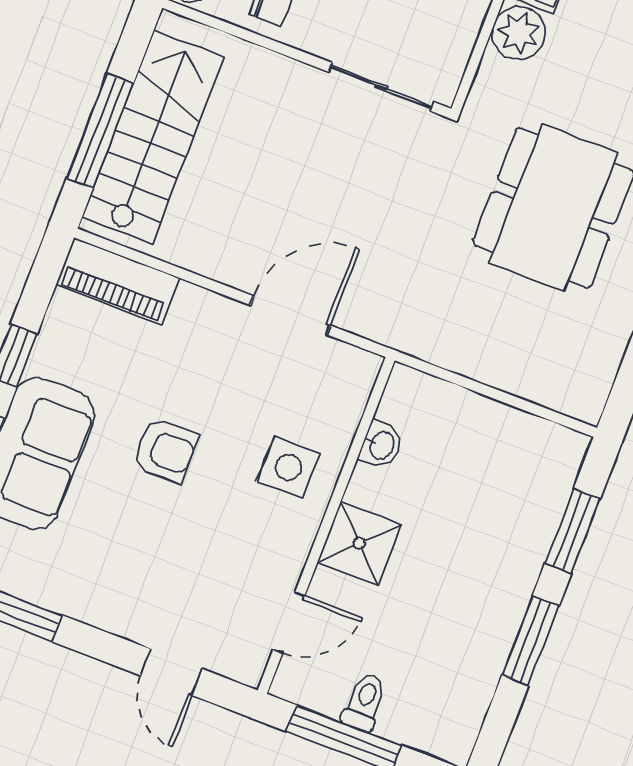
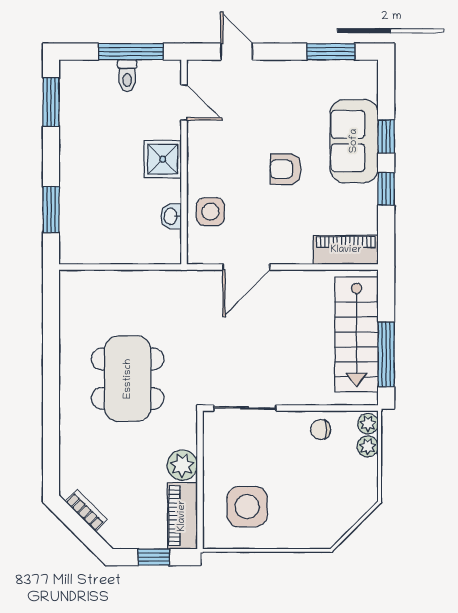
window: (100, 131) -> (386, 354), moved
side table: (288, 467) -> (210, 212), moved
door: (289, 623) -> (184, 102), swing flipped
window: (530, 641) -> (51, 102), moved

